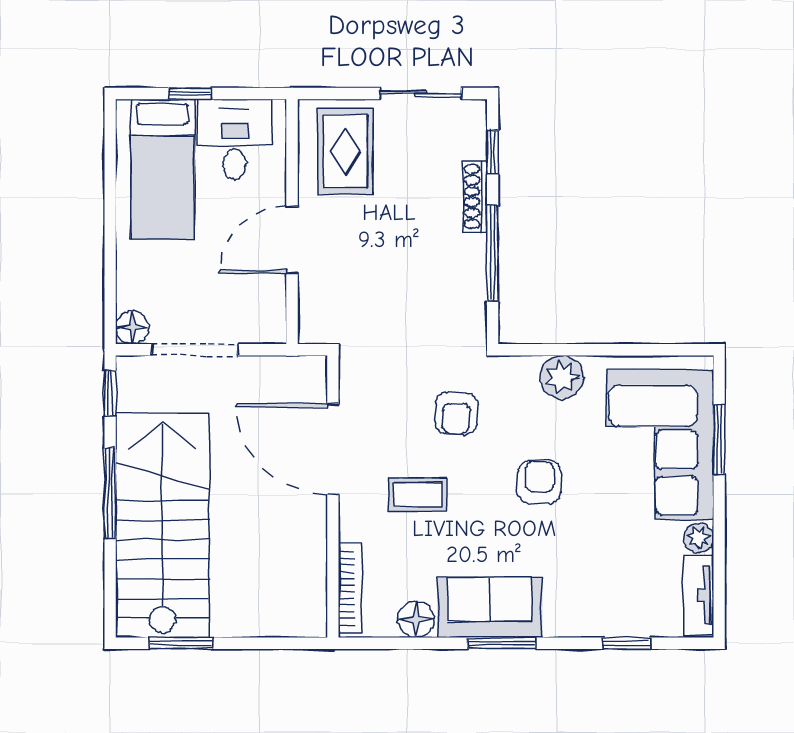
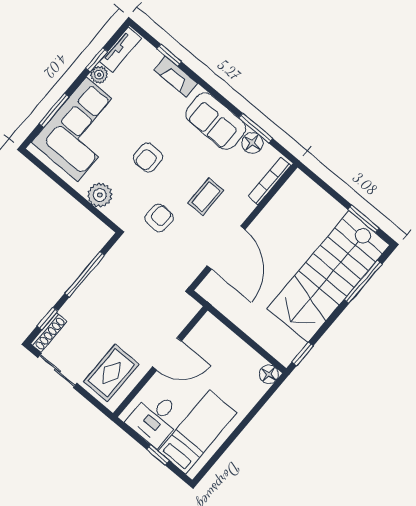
shoe rack: (475, 197) -> (49, 332), moved
doorway: (195, 350) -> (250, 342), removed
window: (110, 494) -> (363, 282), moved
coffee table: (418, 495) -> (206, 197), turned 90
window: (719, 555) -> (96, 60), added
fireplace: (594, 622) -> (176, 77), added
window: (502, 643) -> (256, 128), moved

